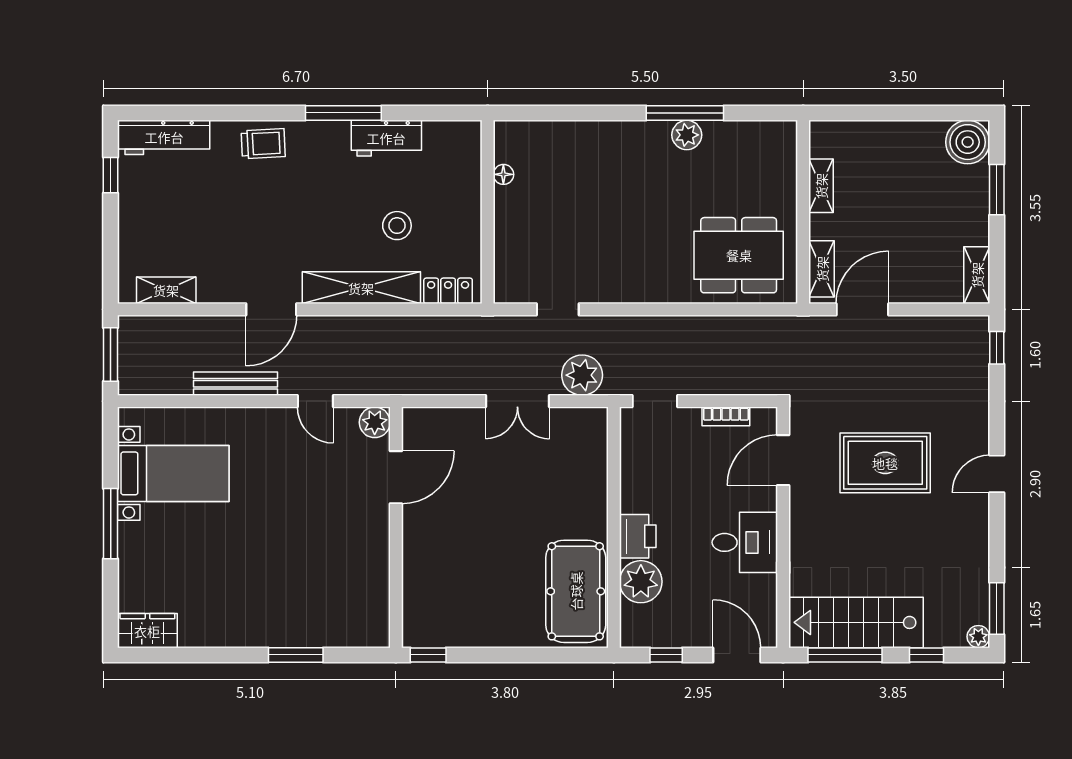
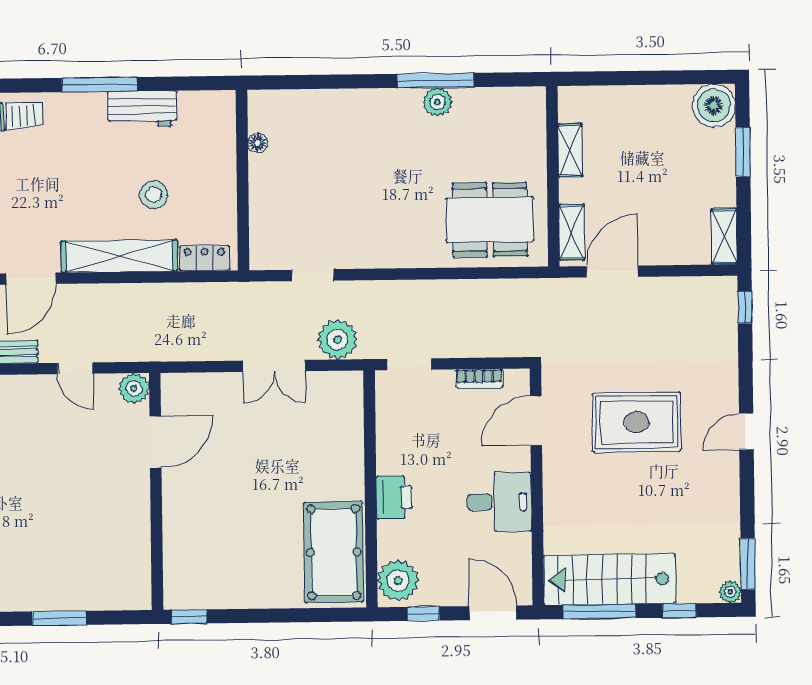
plant: (641, 582) -> (398, 581), moved

